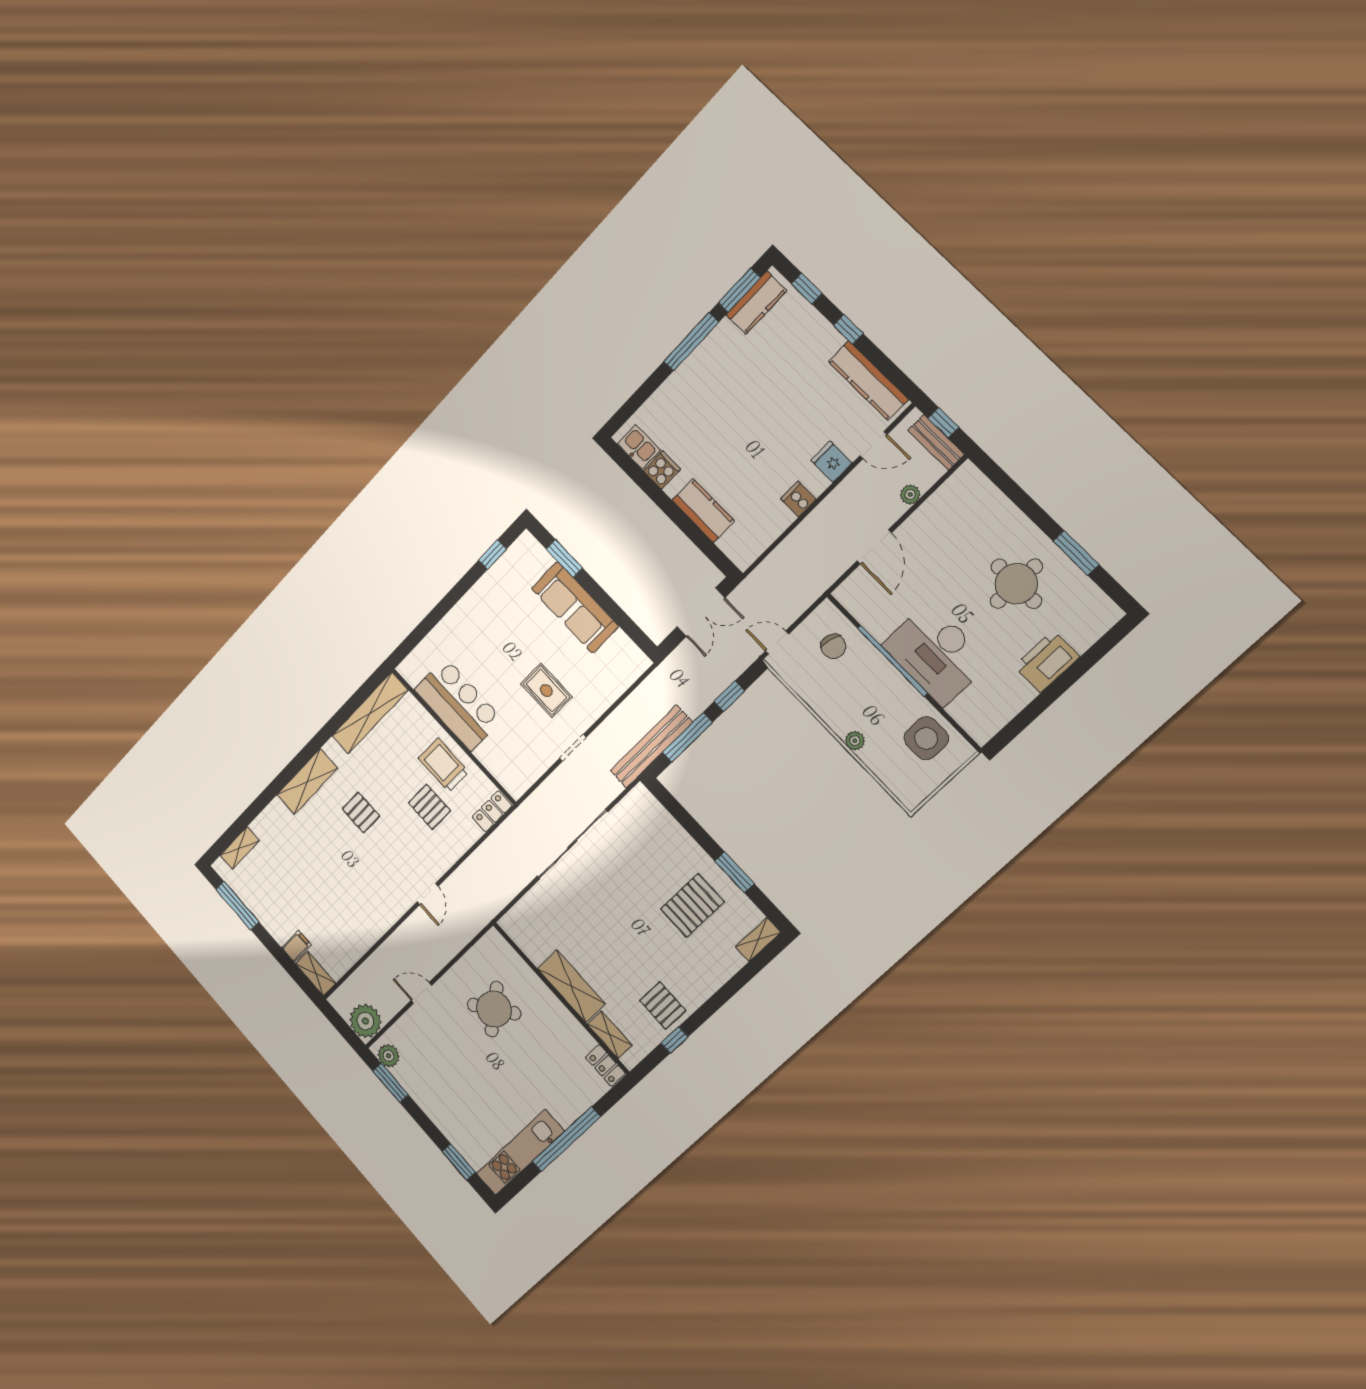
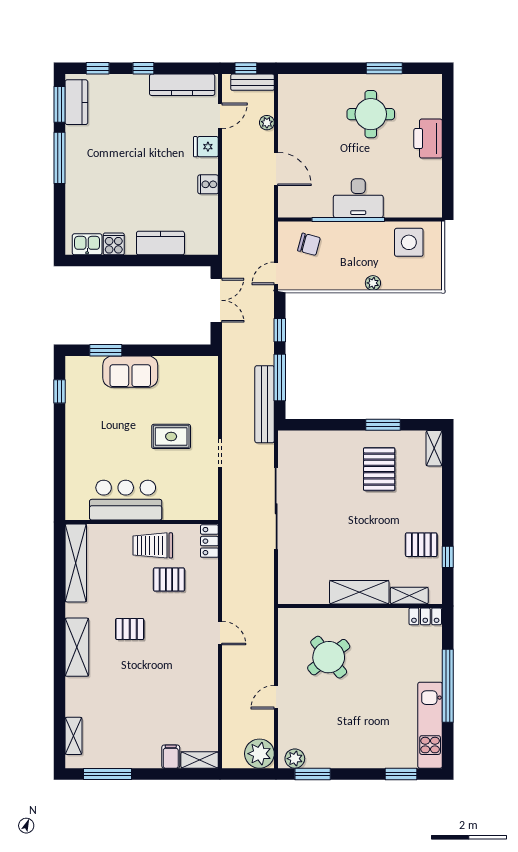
sofa: (575, 607) -> (130, 372), width x0.73
desk: (936, 654) -> (358, 198), width x0.73, depth x0.77

